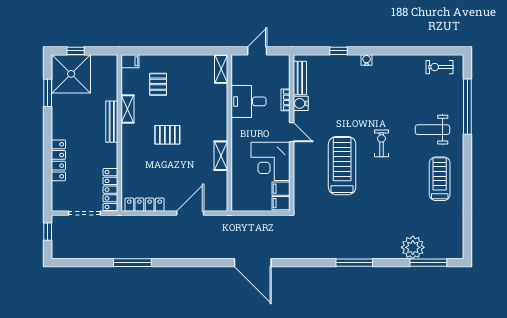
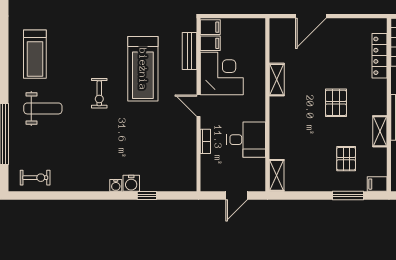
window: (156, 51) -> (348, 196), added
bench: (300, 78) -> (189, 51), moved
water cooler: (301, 103) -> (131, 183), moved, turned 90
pallet: (167, 135) -> (336, 103), turned 90
locker: (145, 205) -> (380, 56), moved, turned 90

